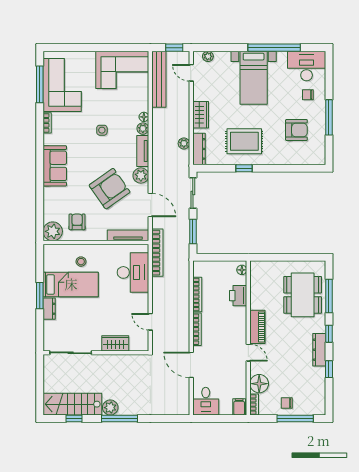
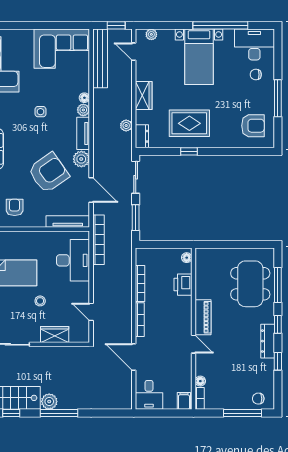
armchair: (296, 130) -> (253, 126), moved
dresser: (199, 149) -> (142, 136), width x0.70
stool: (81, 262) -> (40, 301), moved
floor lamp: (259, 384) -> (200, 381), width x0.53, depth x0.53
chair: (287, 403) -> (258, 399), moved

